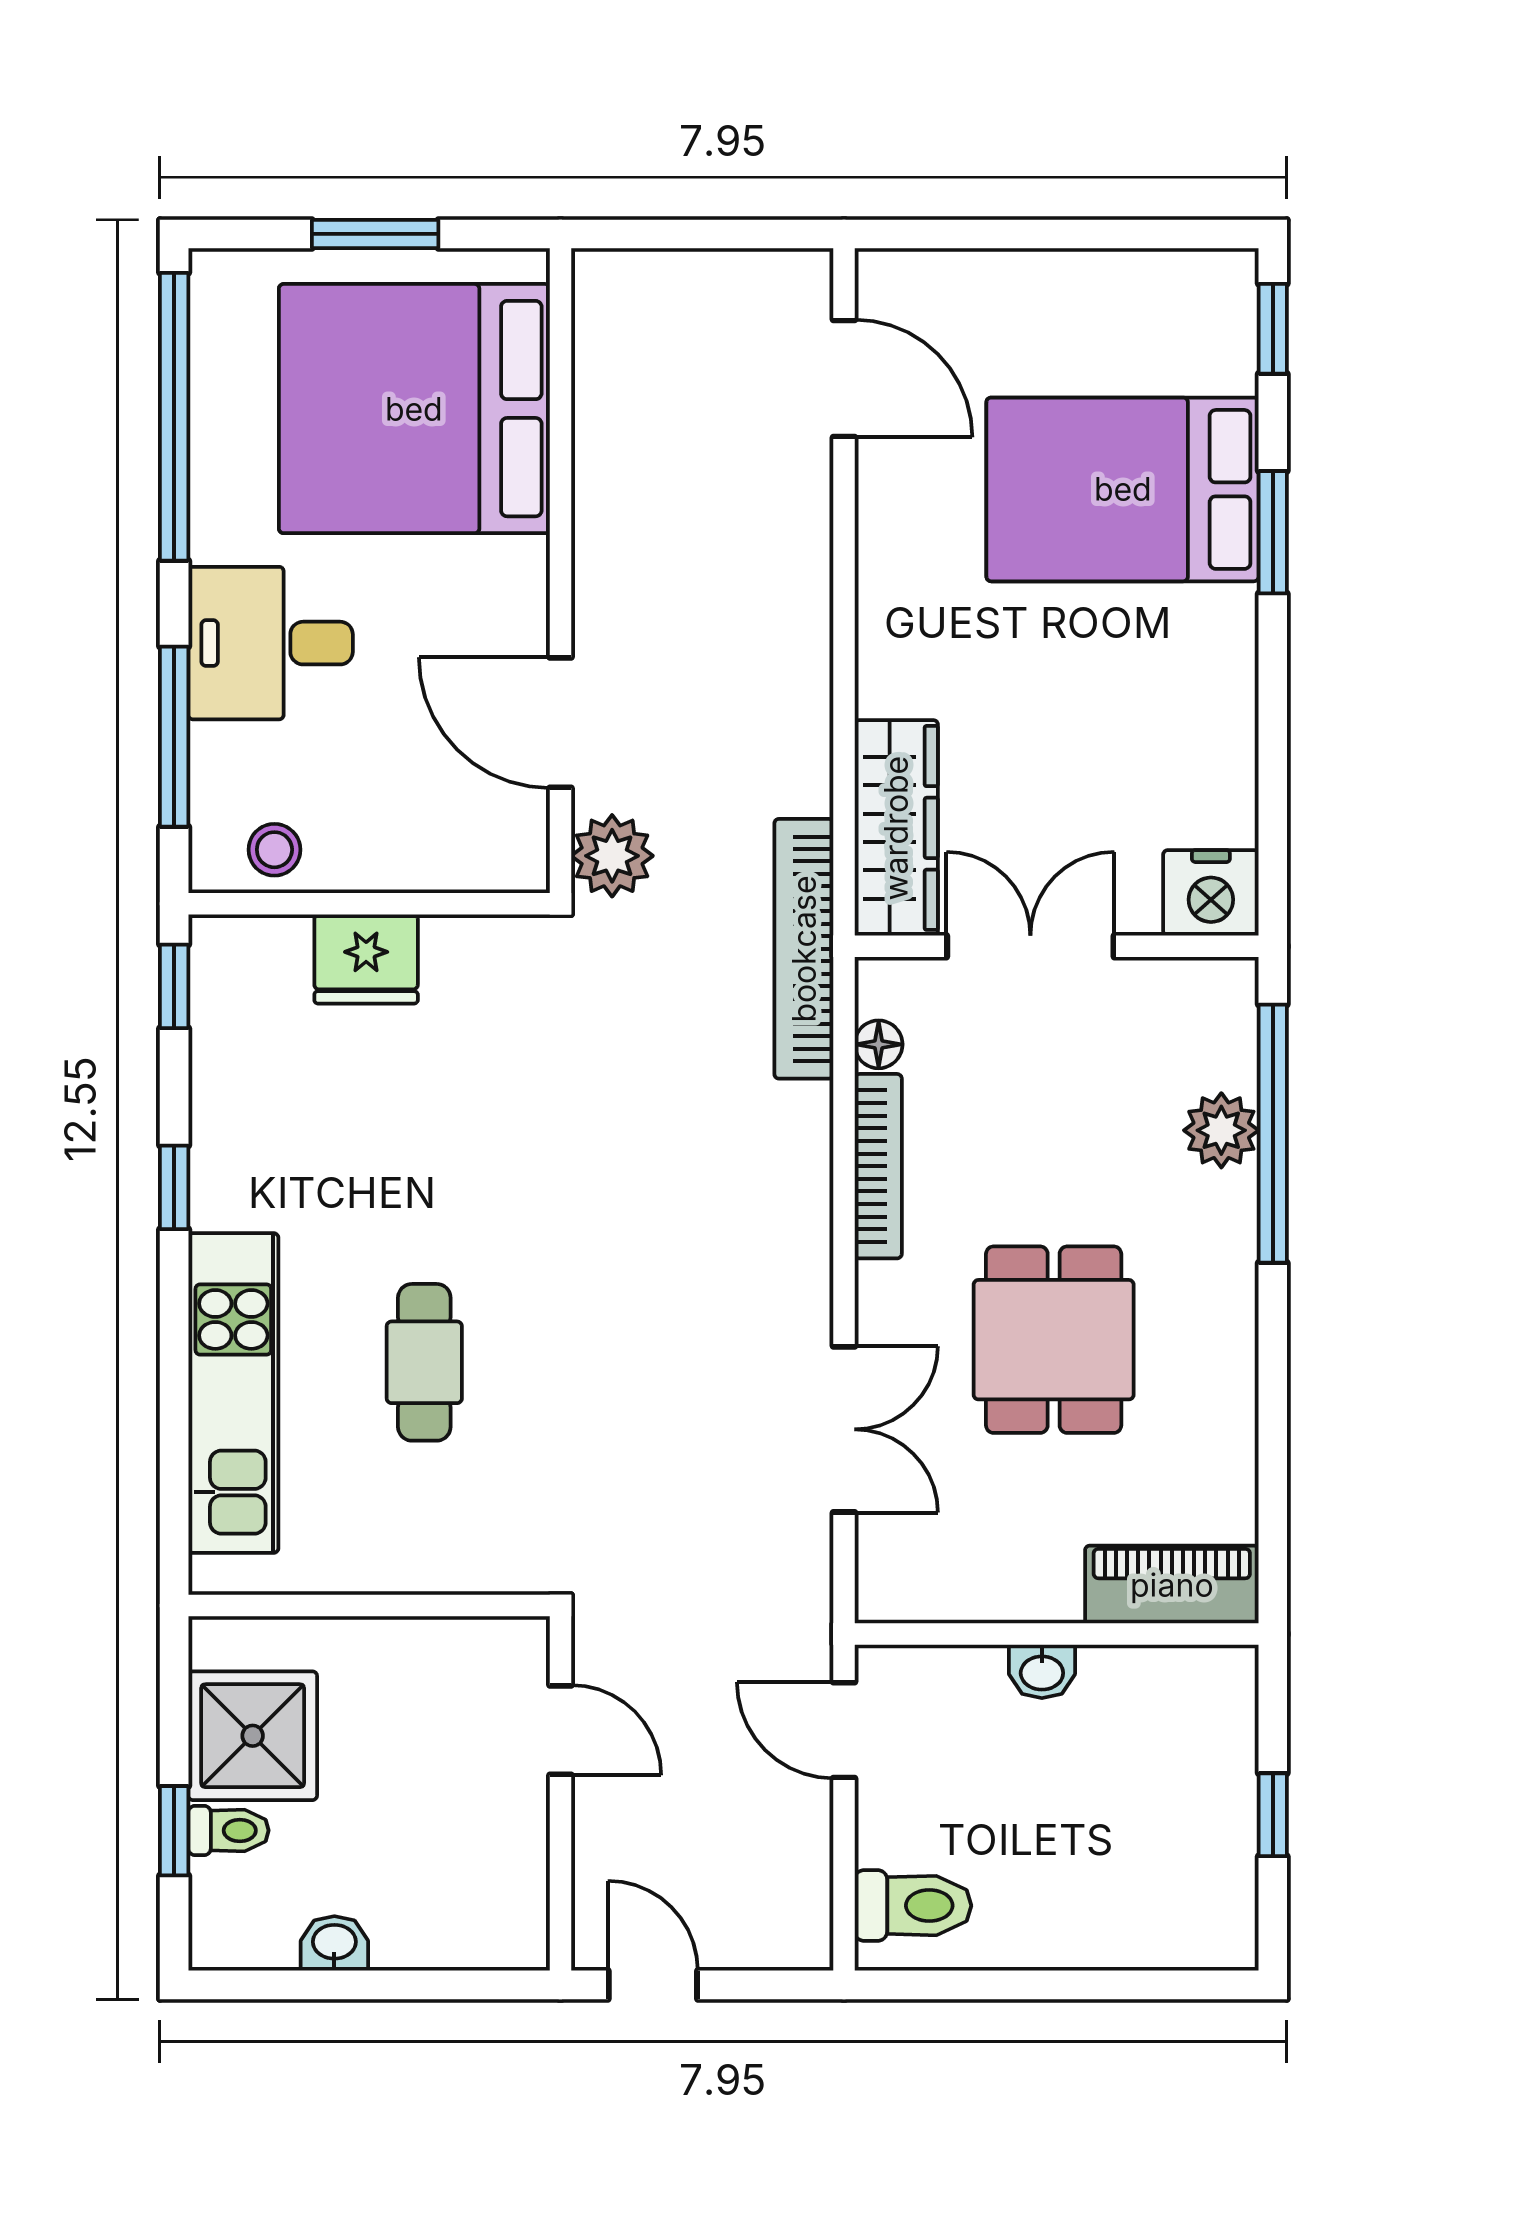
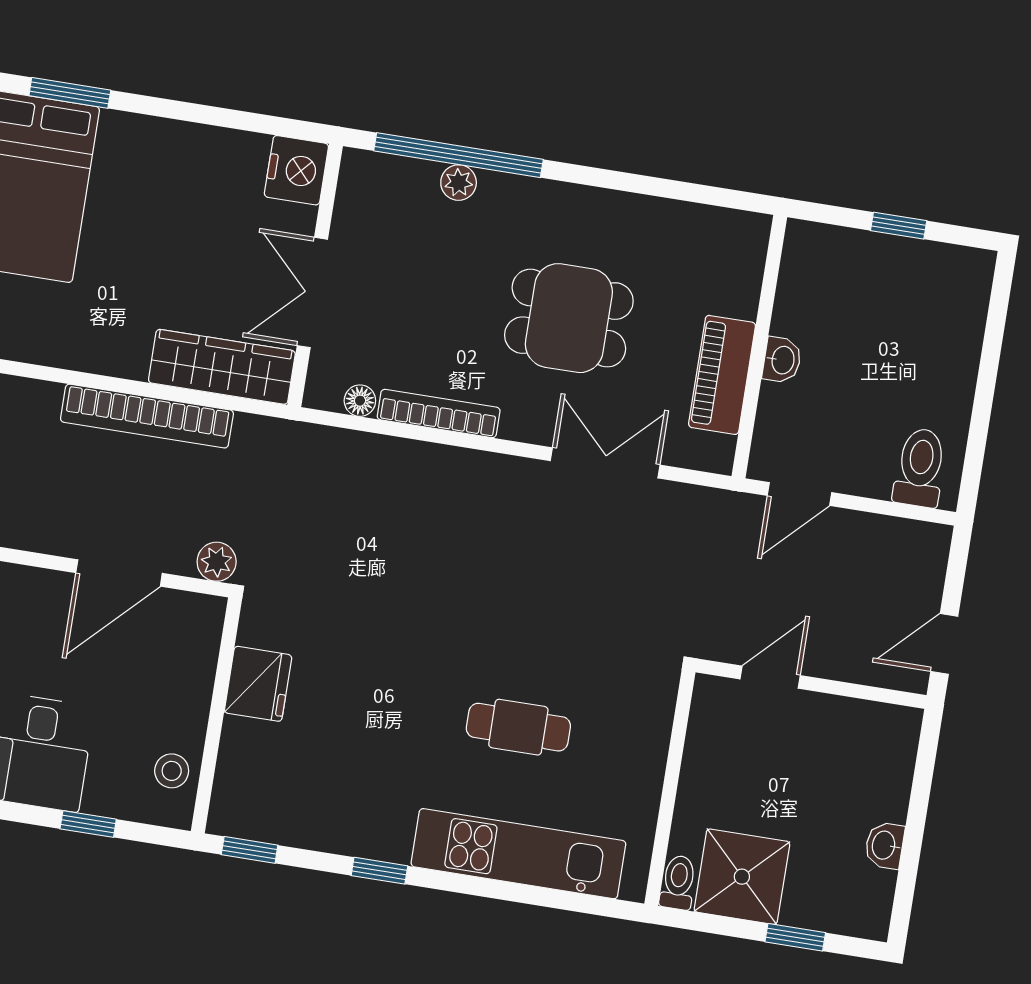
window: (174, 737) -> (88, 824), width x0.46
plant: (612, 856) -> (217, 562), width x0.73, depth x0.73
bookcase: (804, 949) -> (147, 416), moved
fridge: (366, 959) -> (258, 684), moved
plant: (1221, 1130) -> (459, 183), width x0.73, depth x0.73
piano: (1172, 1585) -> (722, 375), moved
toilet: (229, 1830) -> (678, 882), moved

